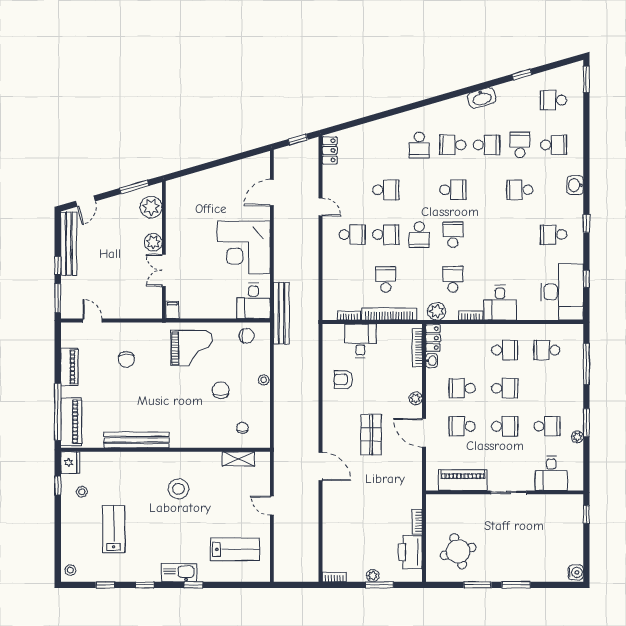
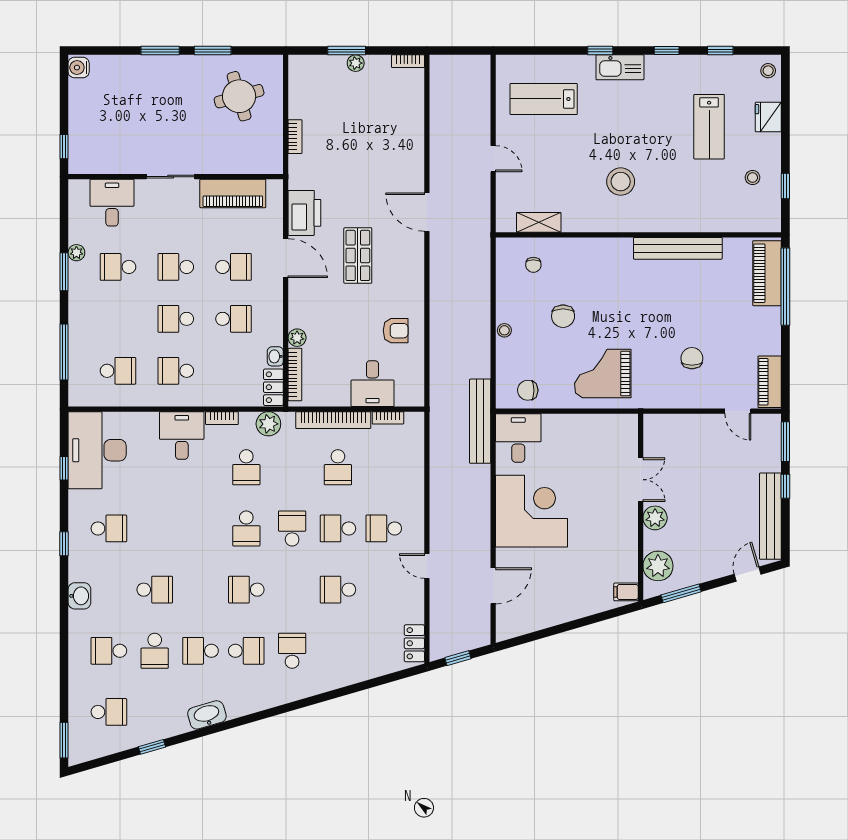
filing cabinet: (172, 310) -> (626, 592), moved, turned 90
piano: (69, 367) -> (770, 382), moved
plant: (416, 398) -> (297, 338), moved
fridge: (70, 463) -> (768, 117), moved
printer: (410, 552) -> (304, 213), moved

